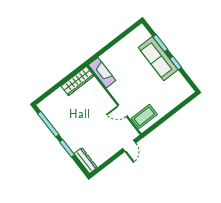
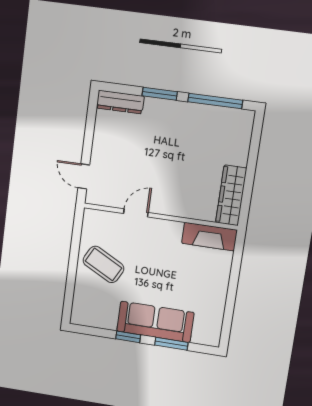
coffee table: (144, 116) -> (103, 264), moved, turned -62

